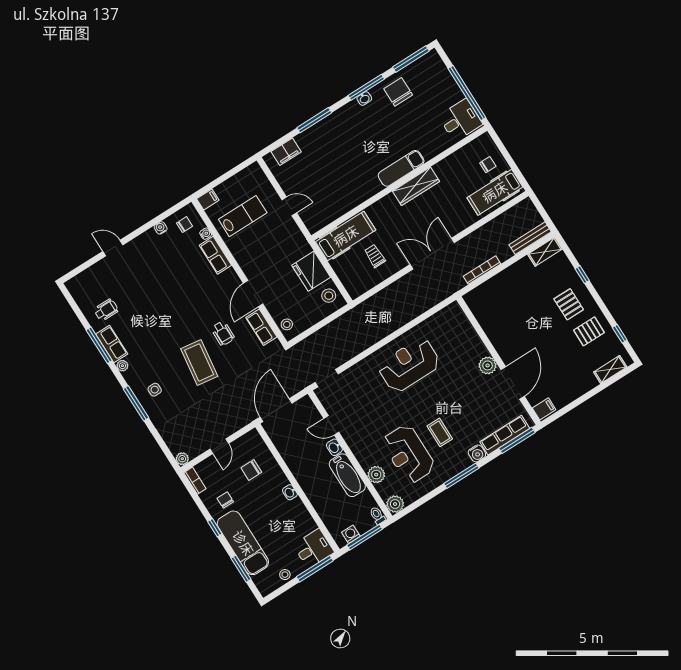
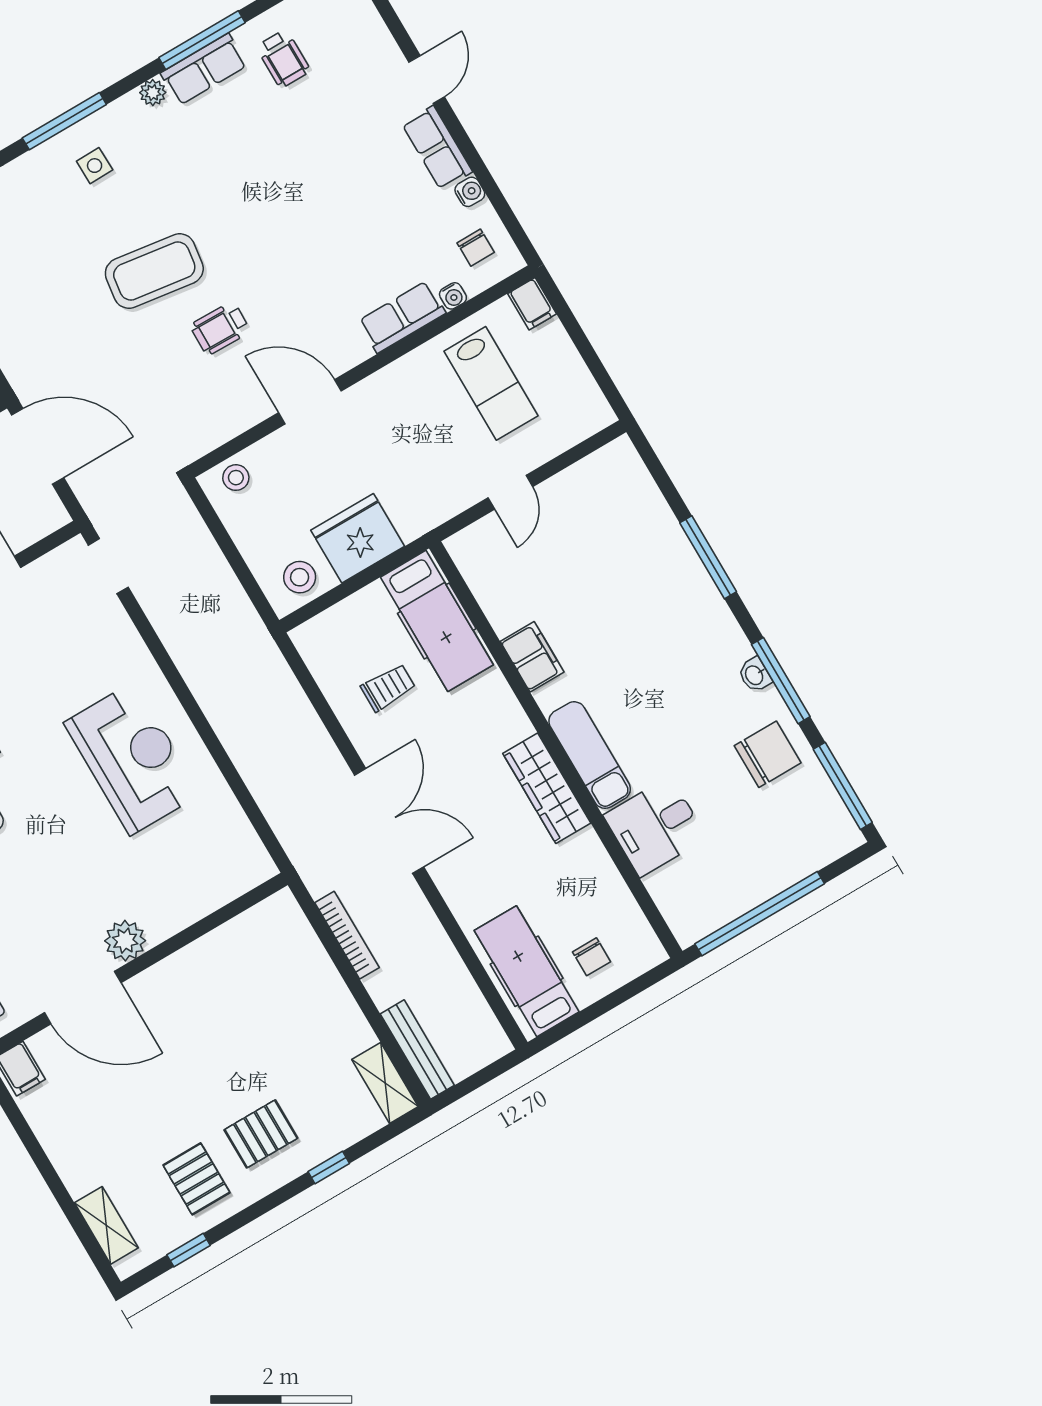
desk: (460, 120) -> (655, 827), moved, turned 90
filing cabinet: (286, 152) -> (532, 657), moved, turned 180
row of seats: (261, 327) -> (437, 148), moved, turned -90

